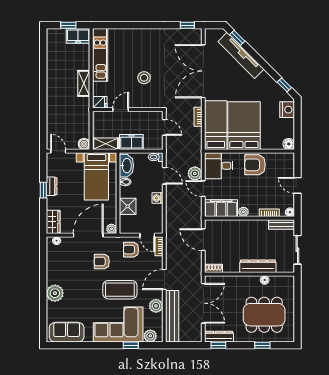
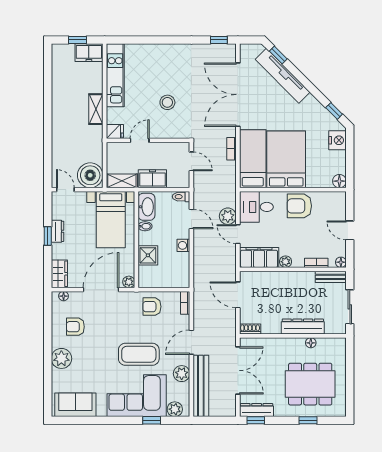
boiler: (84, 144) -> (90, 175), width x1.86, depth x1.86
door: (147, 235) -> (171, 290), removed
armchair: (102, 262) -> (75, 327), moved

